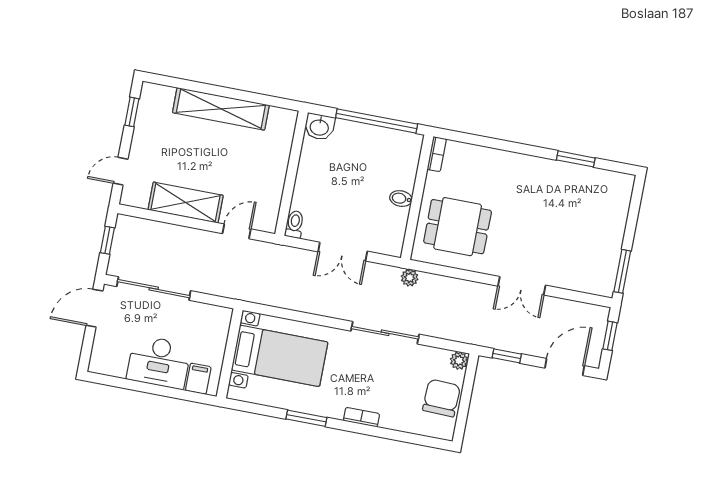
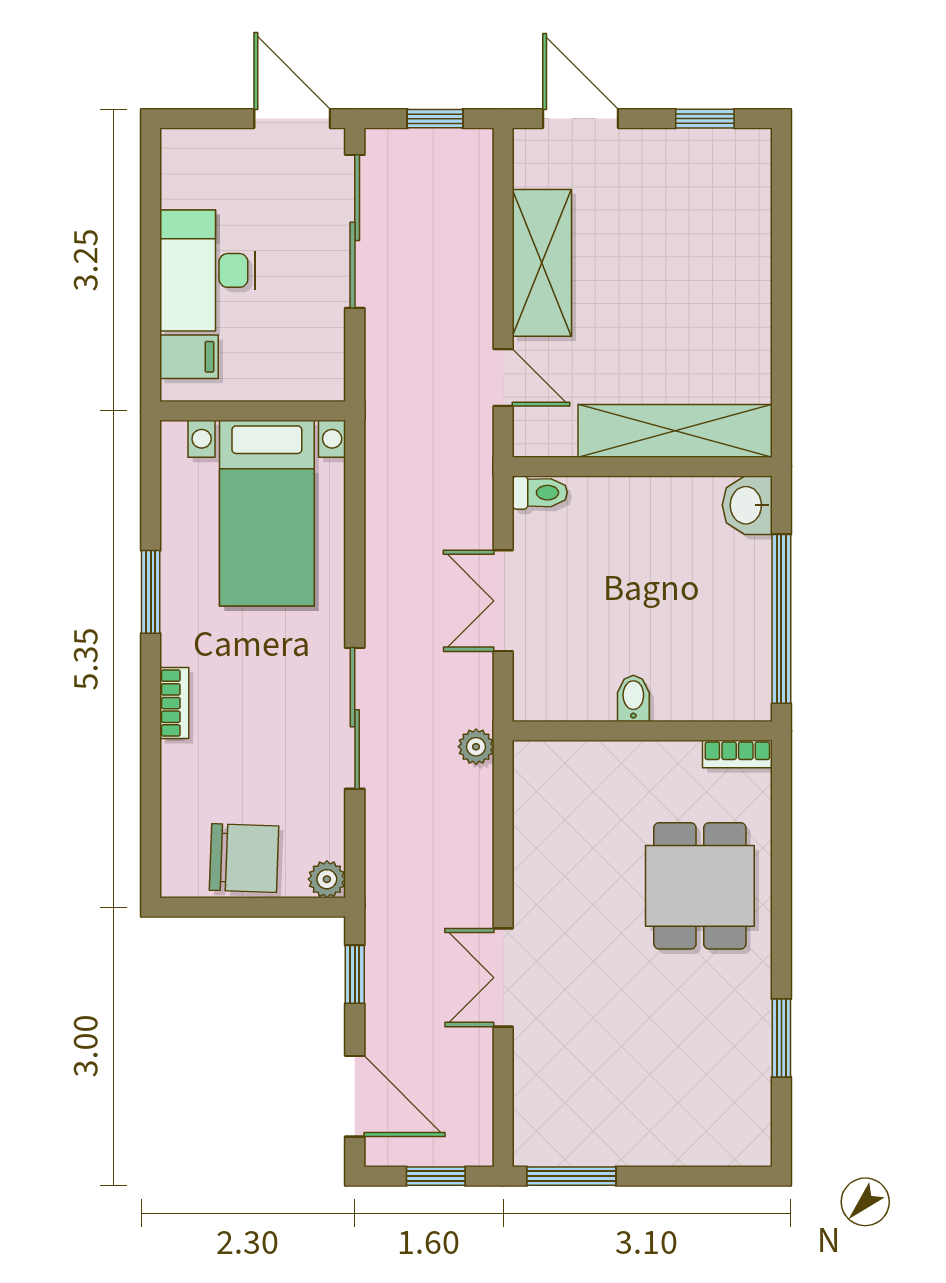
shelving: (221, 109) -> (675, 431), moved, turned 90
door: (121, 171) -> (581, 119), width x1.37
dining table: (458, 227) -> (700, 886), moved

